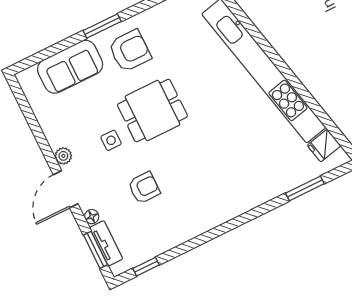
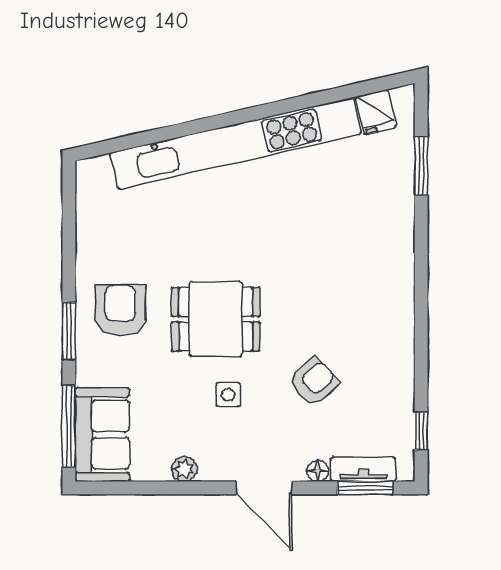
window: (45, 54) -> (69, 426), added
sofa: (70, 67) -> (102, 435), moved
dining table: (152, 110) -> (216, 319), turned 90
plant: (63, 156) -> (184, 469), moved
armchair: (144, 188) -> (314, 382), turned 48

